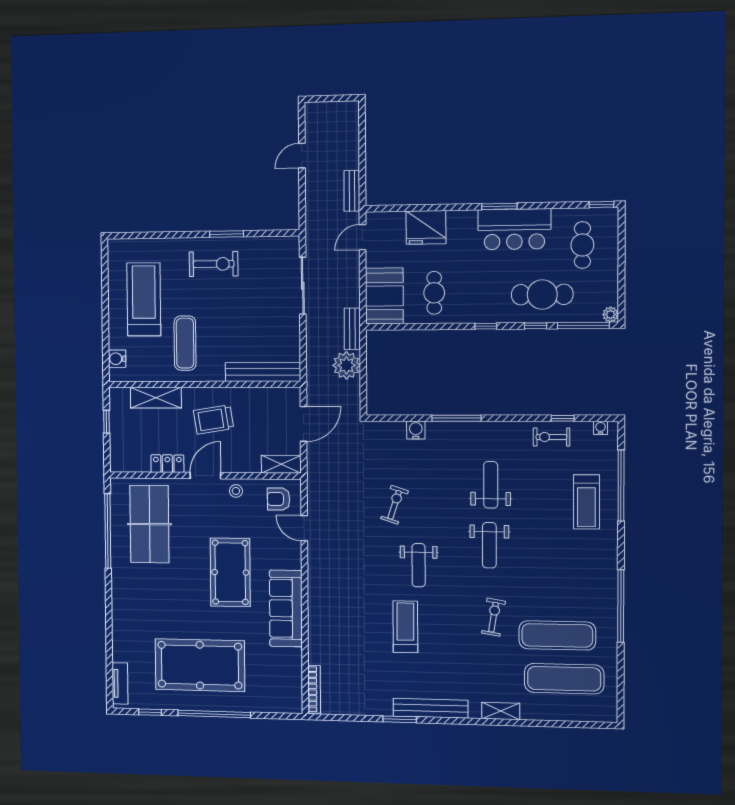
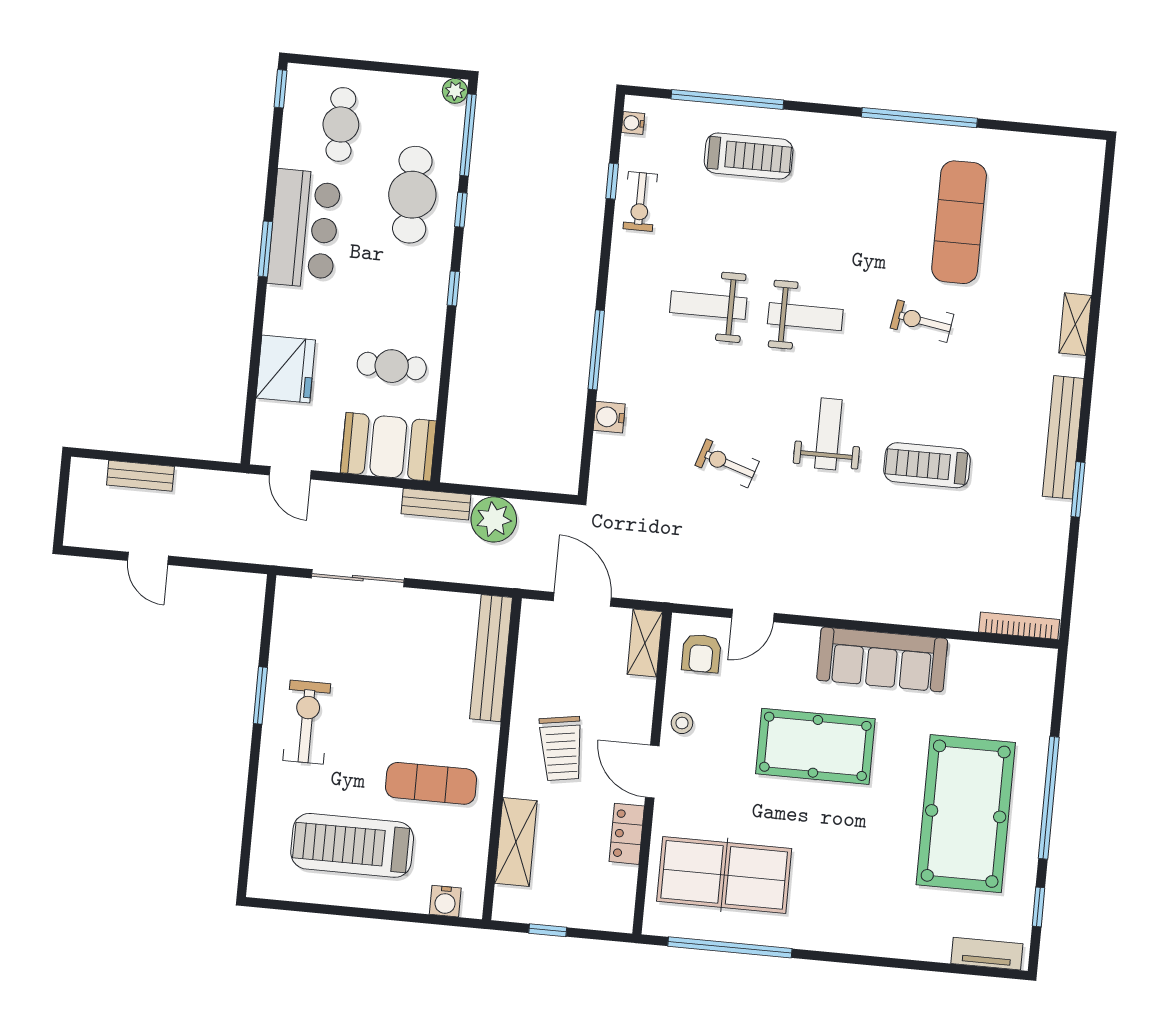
bench: (352, 191) -> (140, 476), moved
cafe table: (582, 245) -> (341, 124), turned 90
weight bench: (419, 565) -> (828, 434), turned -90
exercise mat: (564, 679) -> (1030, 218), removed

